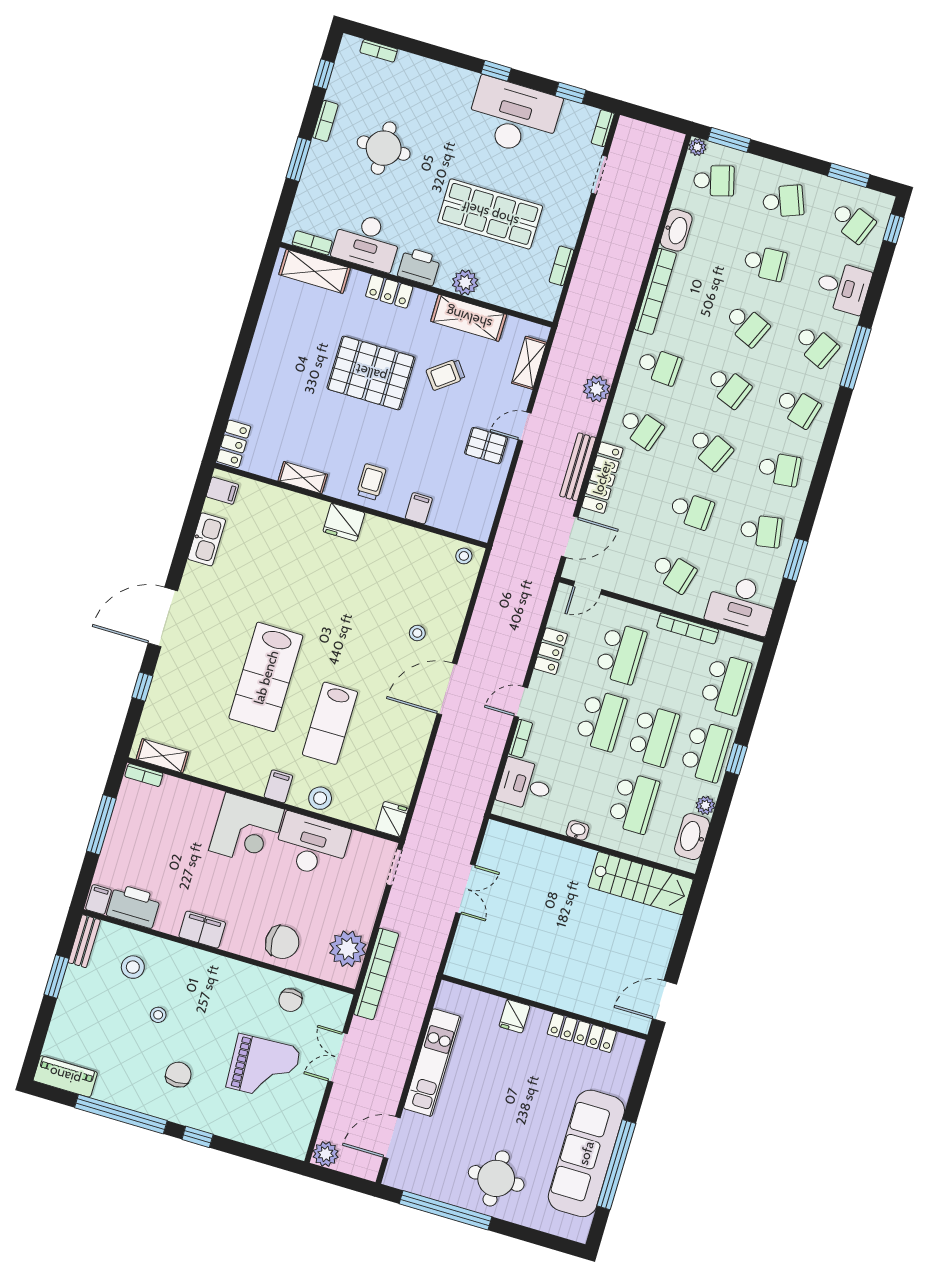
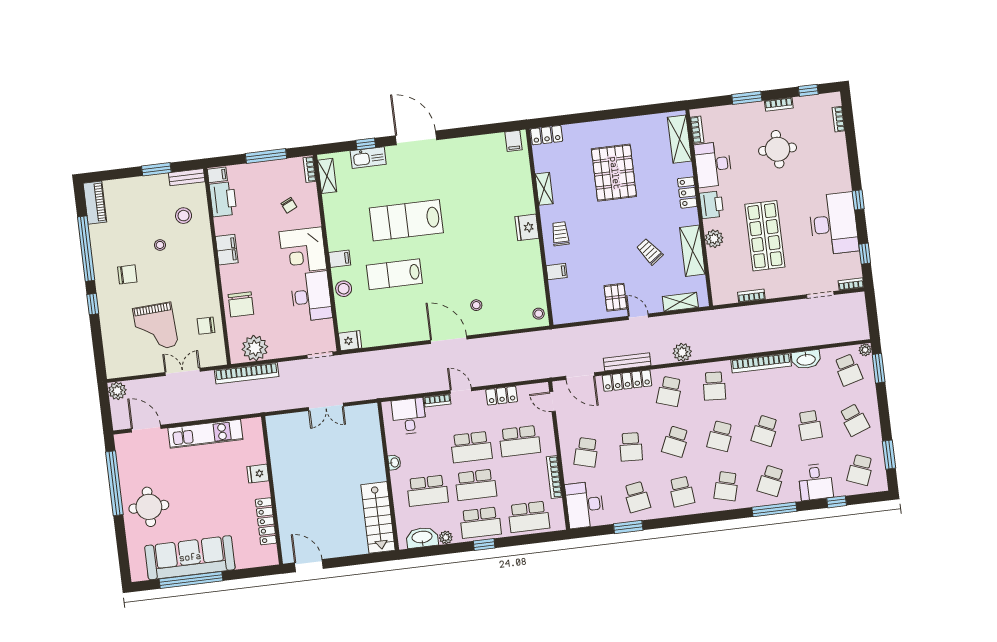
window: (893, 229) -> (837, 502), moved
pallet: (371, 373) -> (614, 173), moved
trolley: (371, 482) -> (560, 234), turned -90
kitchen sink: (207, 539) -> (368, 158), moved
chair: (179, 823) -> (289, 205), added

